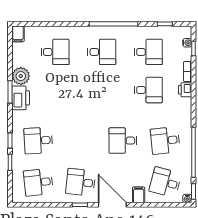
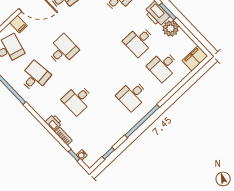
filing cabinet: (18, 34) -> (195, 58), width x2.00
desk: (148, 52) -> (139, 41), moved

